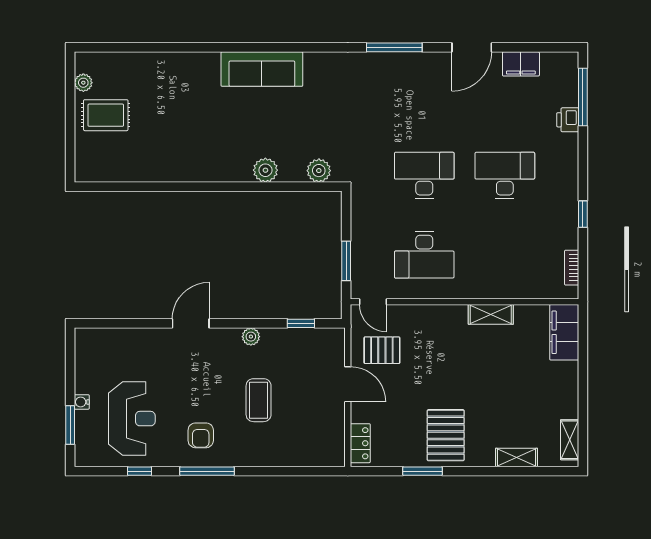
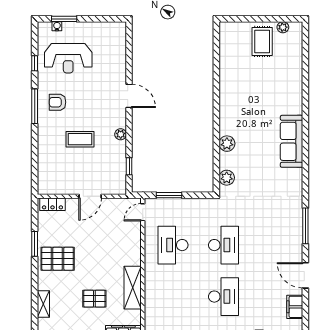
shelving: (491, 314) -> (133, 288), width x1.50, depth x1.33
pallet: (382, 350) -> (94, 299), moved, turned 90
water cooler: (82, 402) -> (57, 26), moved

